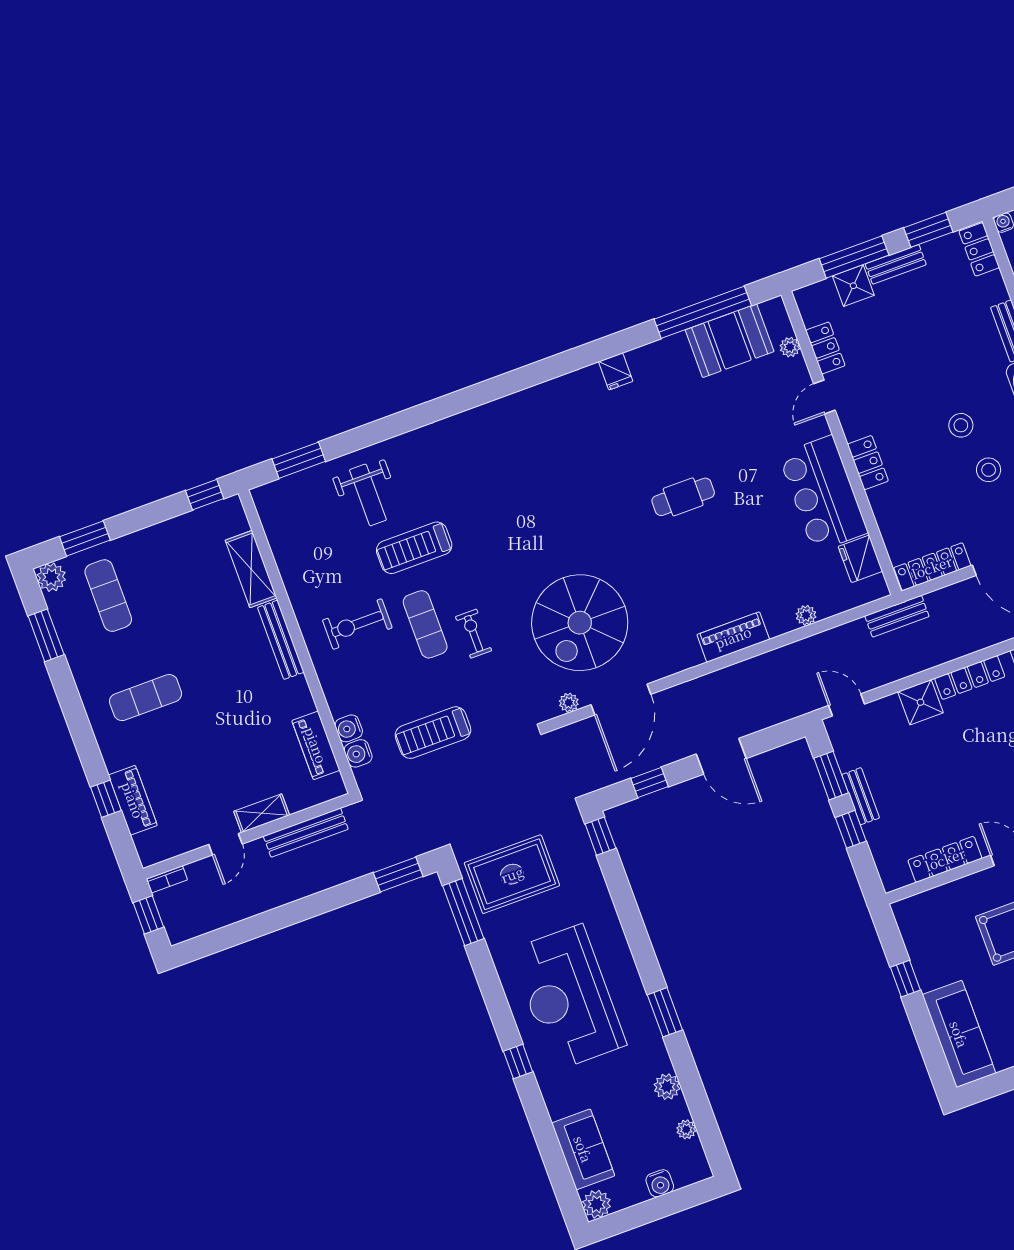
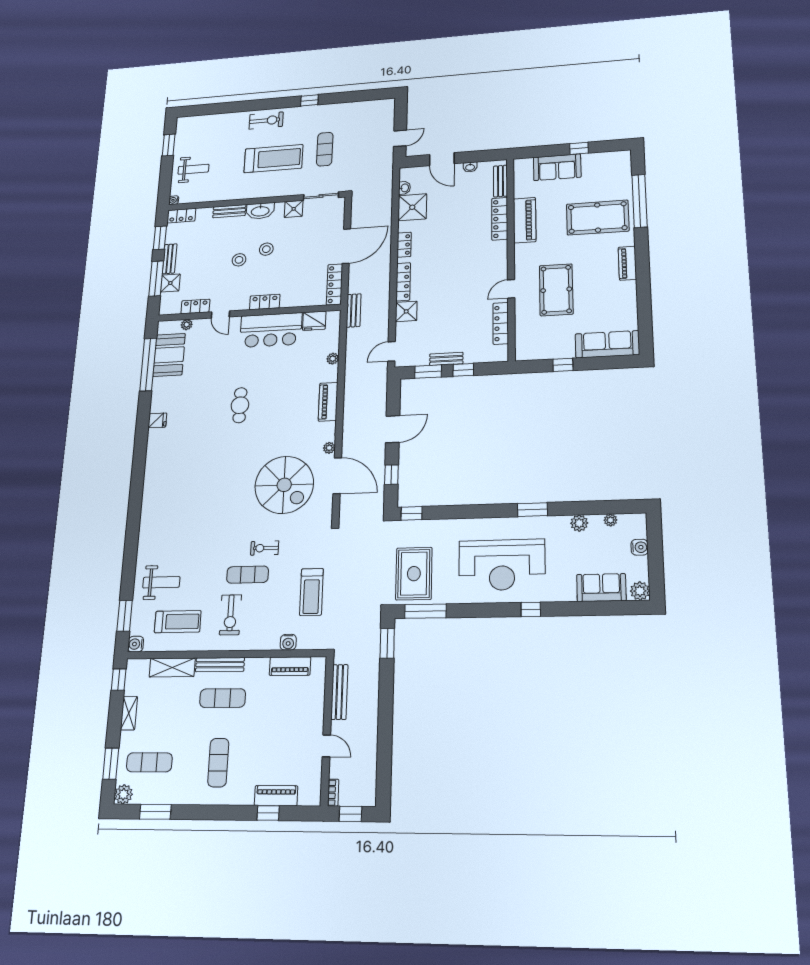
stool: (989, 470) -> (239, 260), moved
treadmill: (414, 548) -> (178, 622), moved, turned -90
exercise mat: (236, 665) -> (223, 698), added
plant: (569, 703) -> (329, 448), moved
water cooler: (358, 753) -> (136, 644), moved, turned 90
shelving: (262, 813) -> (129, 713), moved

